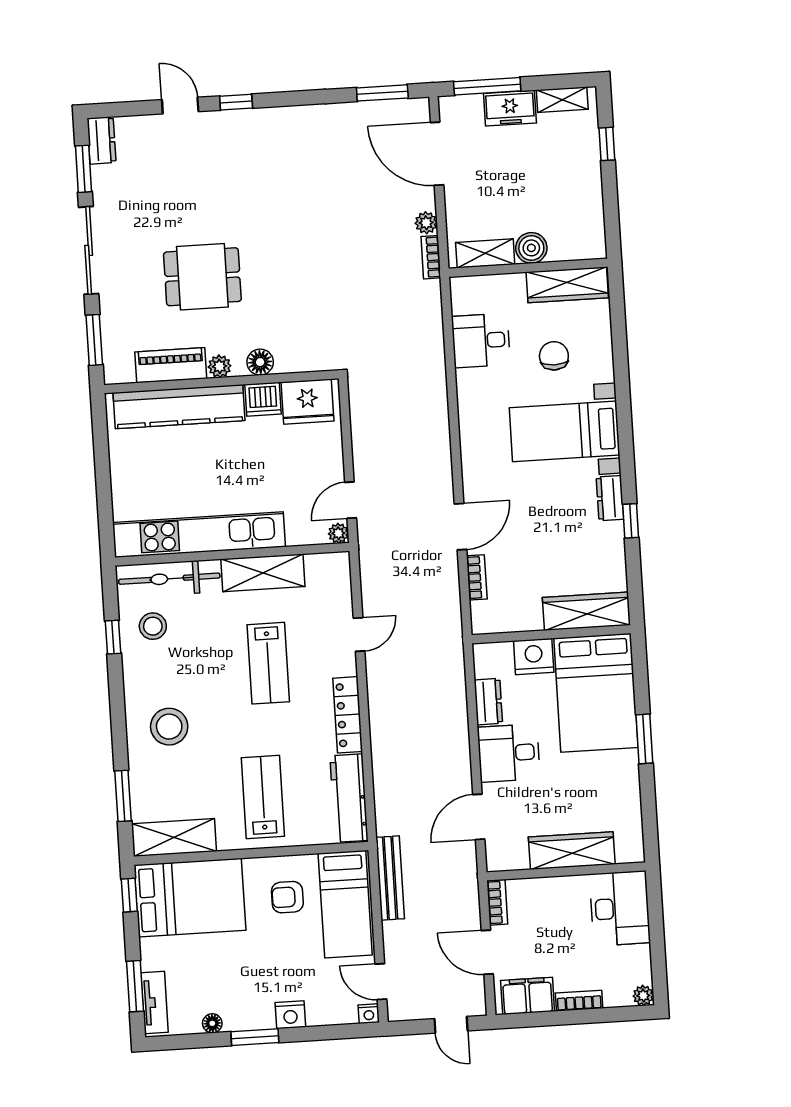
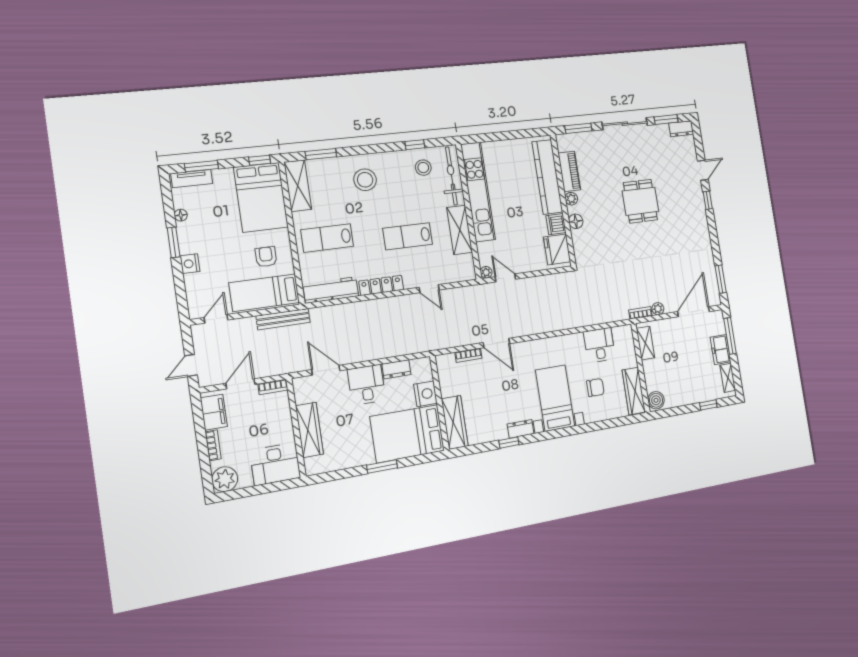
boiler: (531, 248) -> (656, 400), moved
dining table: (202, 277) -> (640, 201), moved
lab bench: (263, 797) -> (327, 238), turned 180
plant: (643, 996) -> (225, 479), width x1.88, depth x1.88
nightstand: (369, 1014) -> (194, 313), removed

